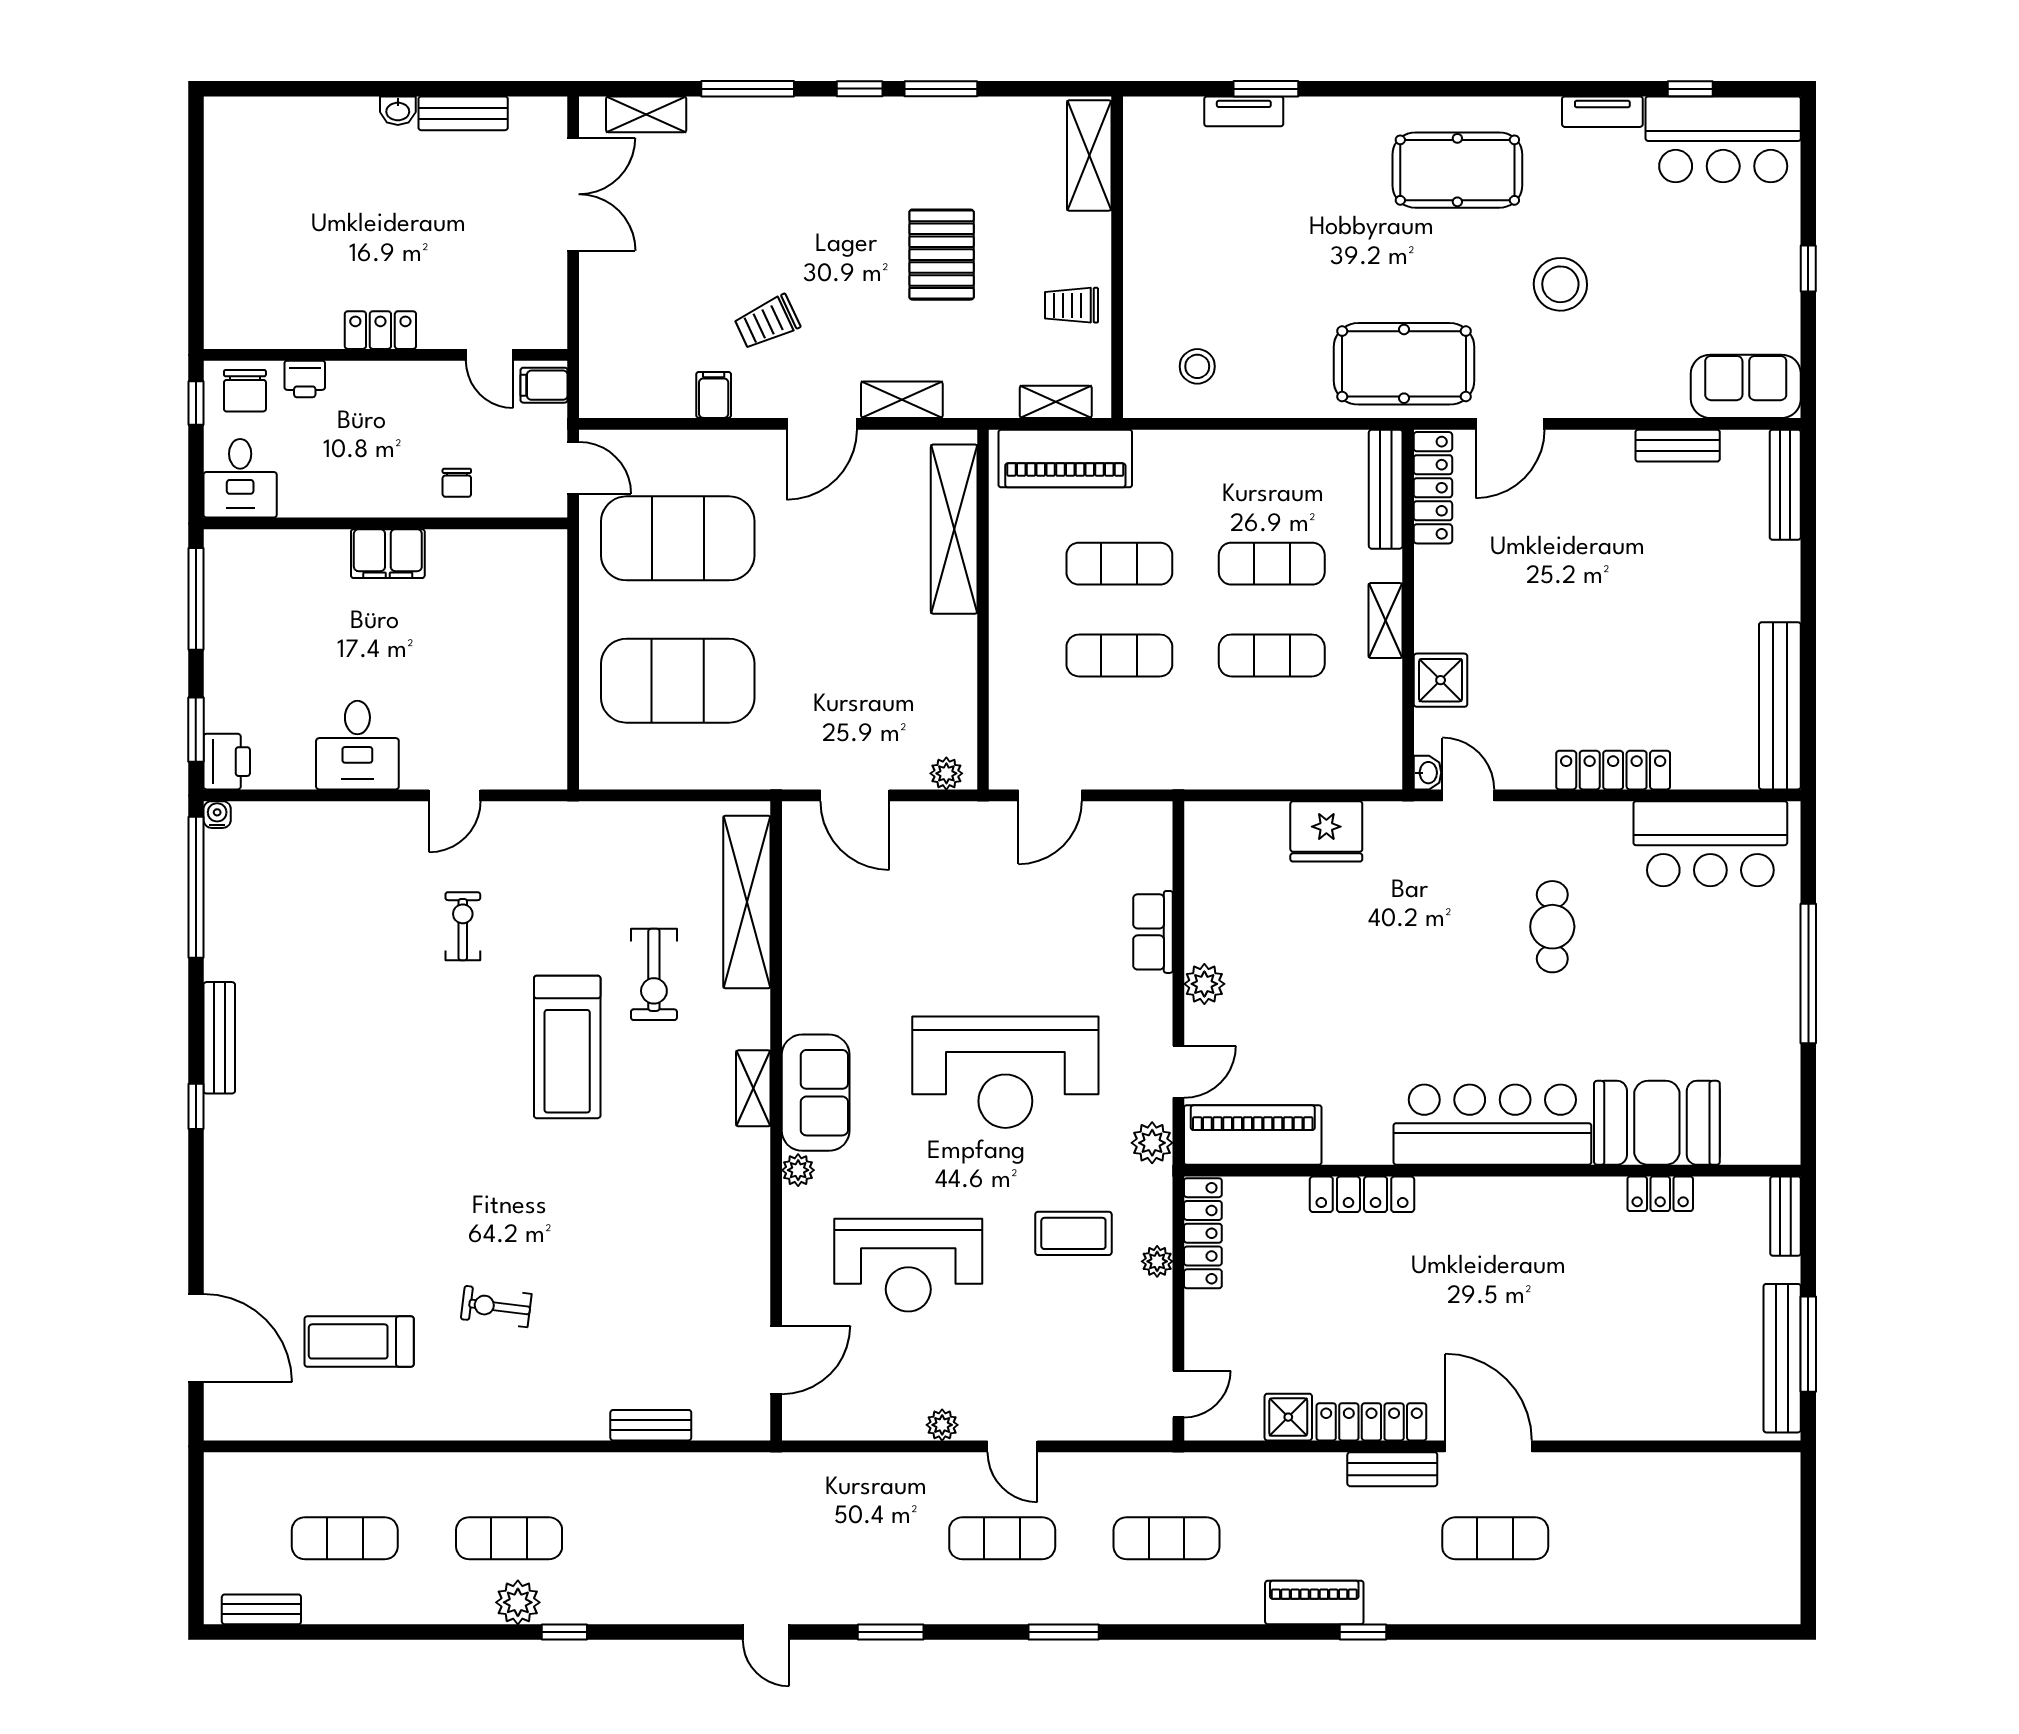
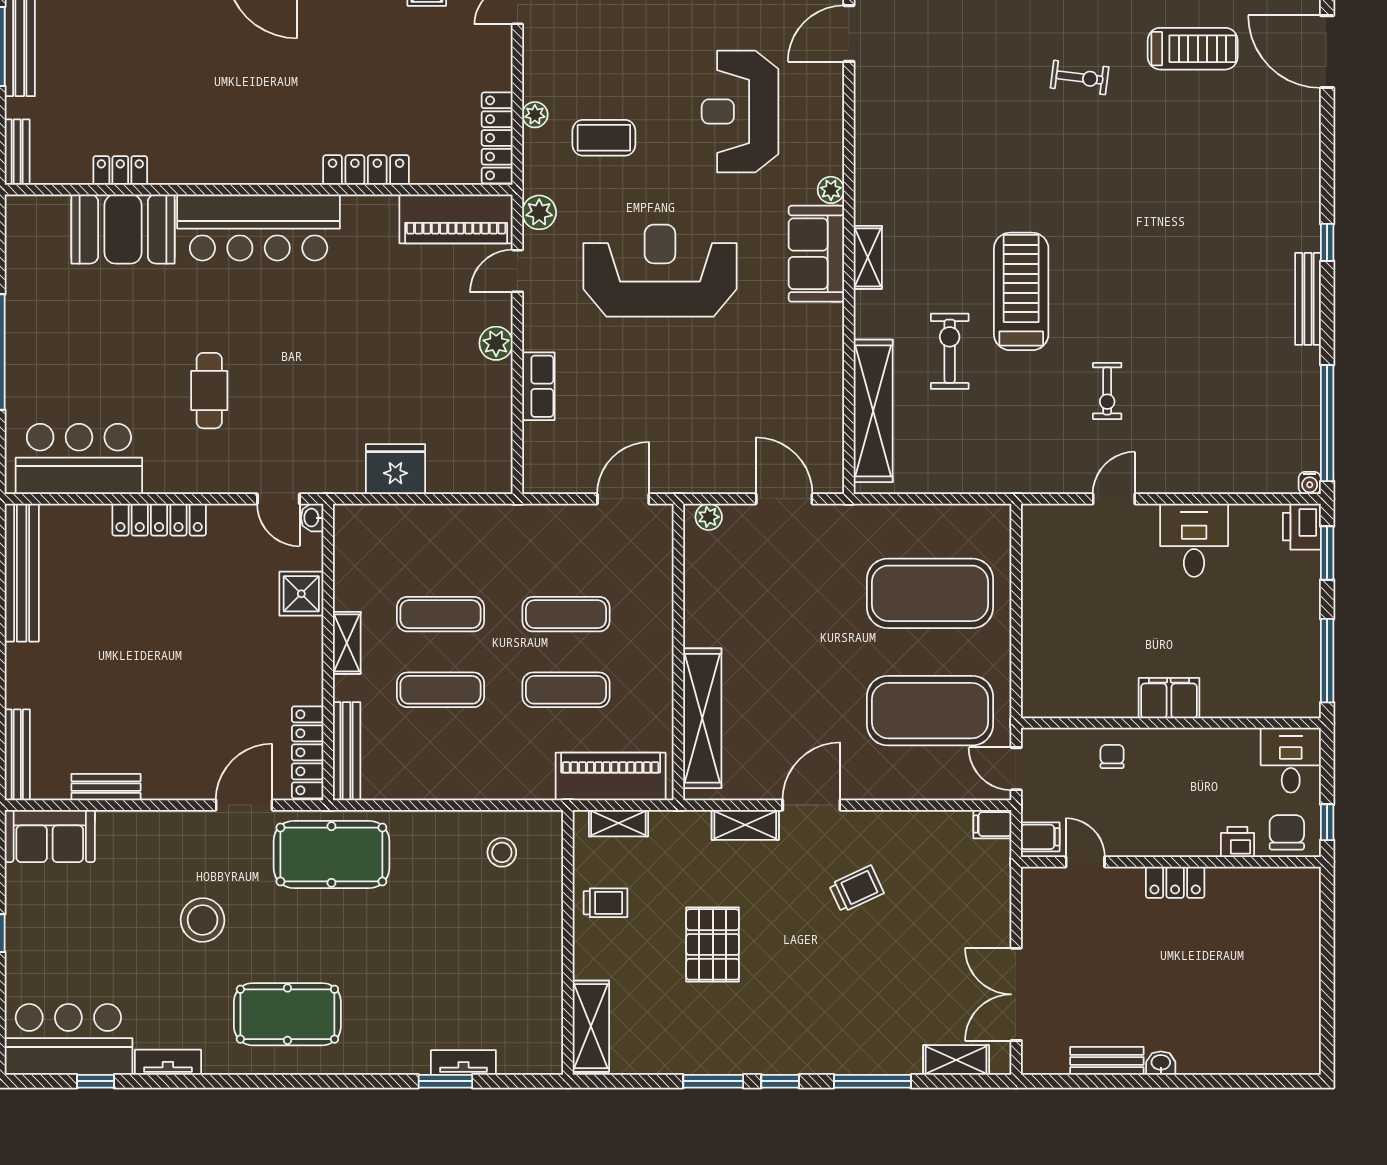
filing cabinet: (714, 395) -> (992, 824), moved, turned 90
reception desk: (908, 1265) -> (740, 112), turned -90

